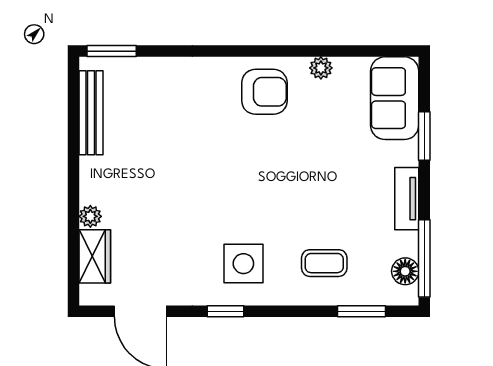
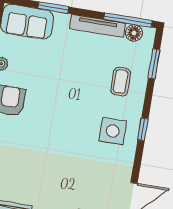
tv unit: (407, 199) -> (98, 26), width x1.41
window: (226, 311) -> (143, 129), moved

